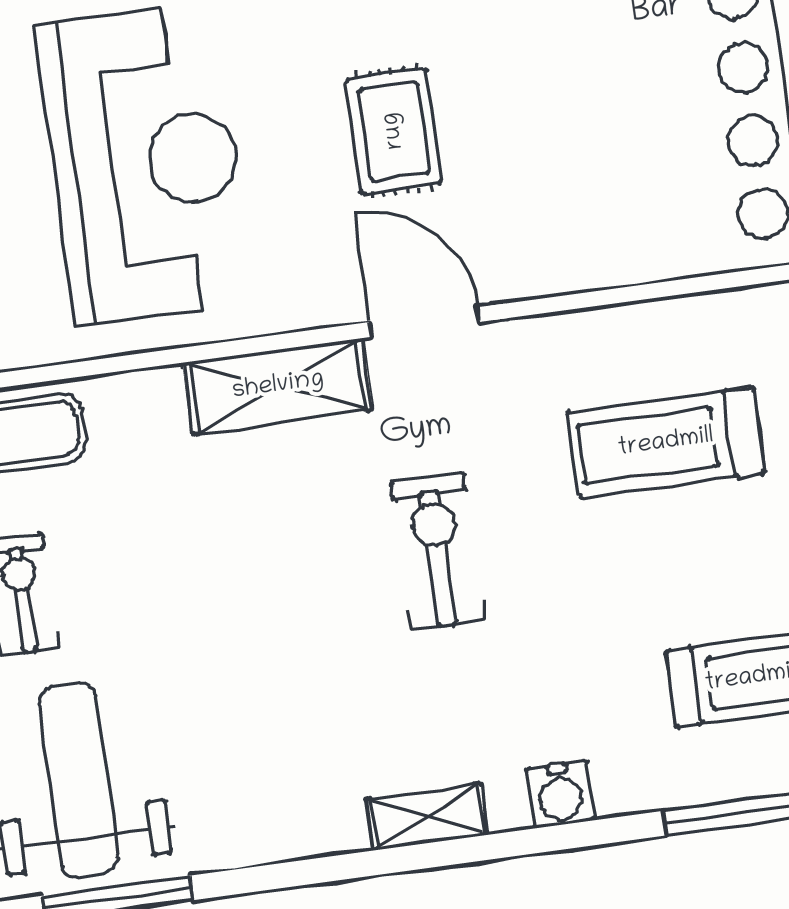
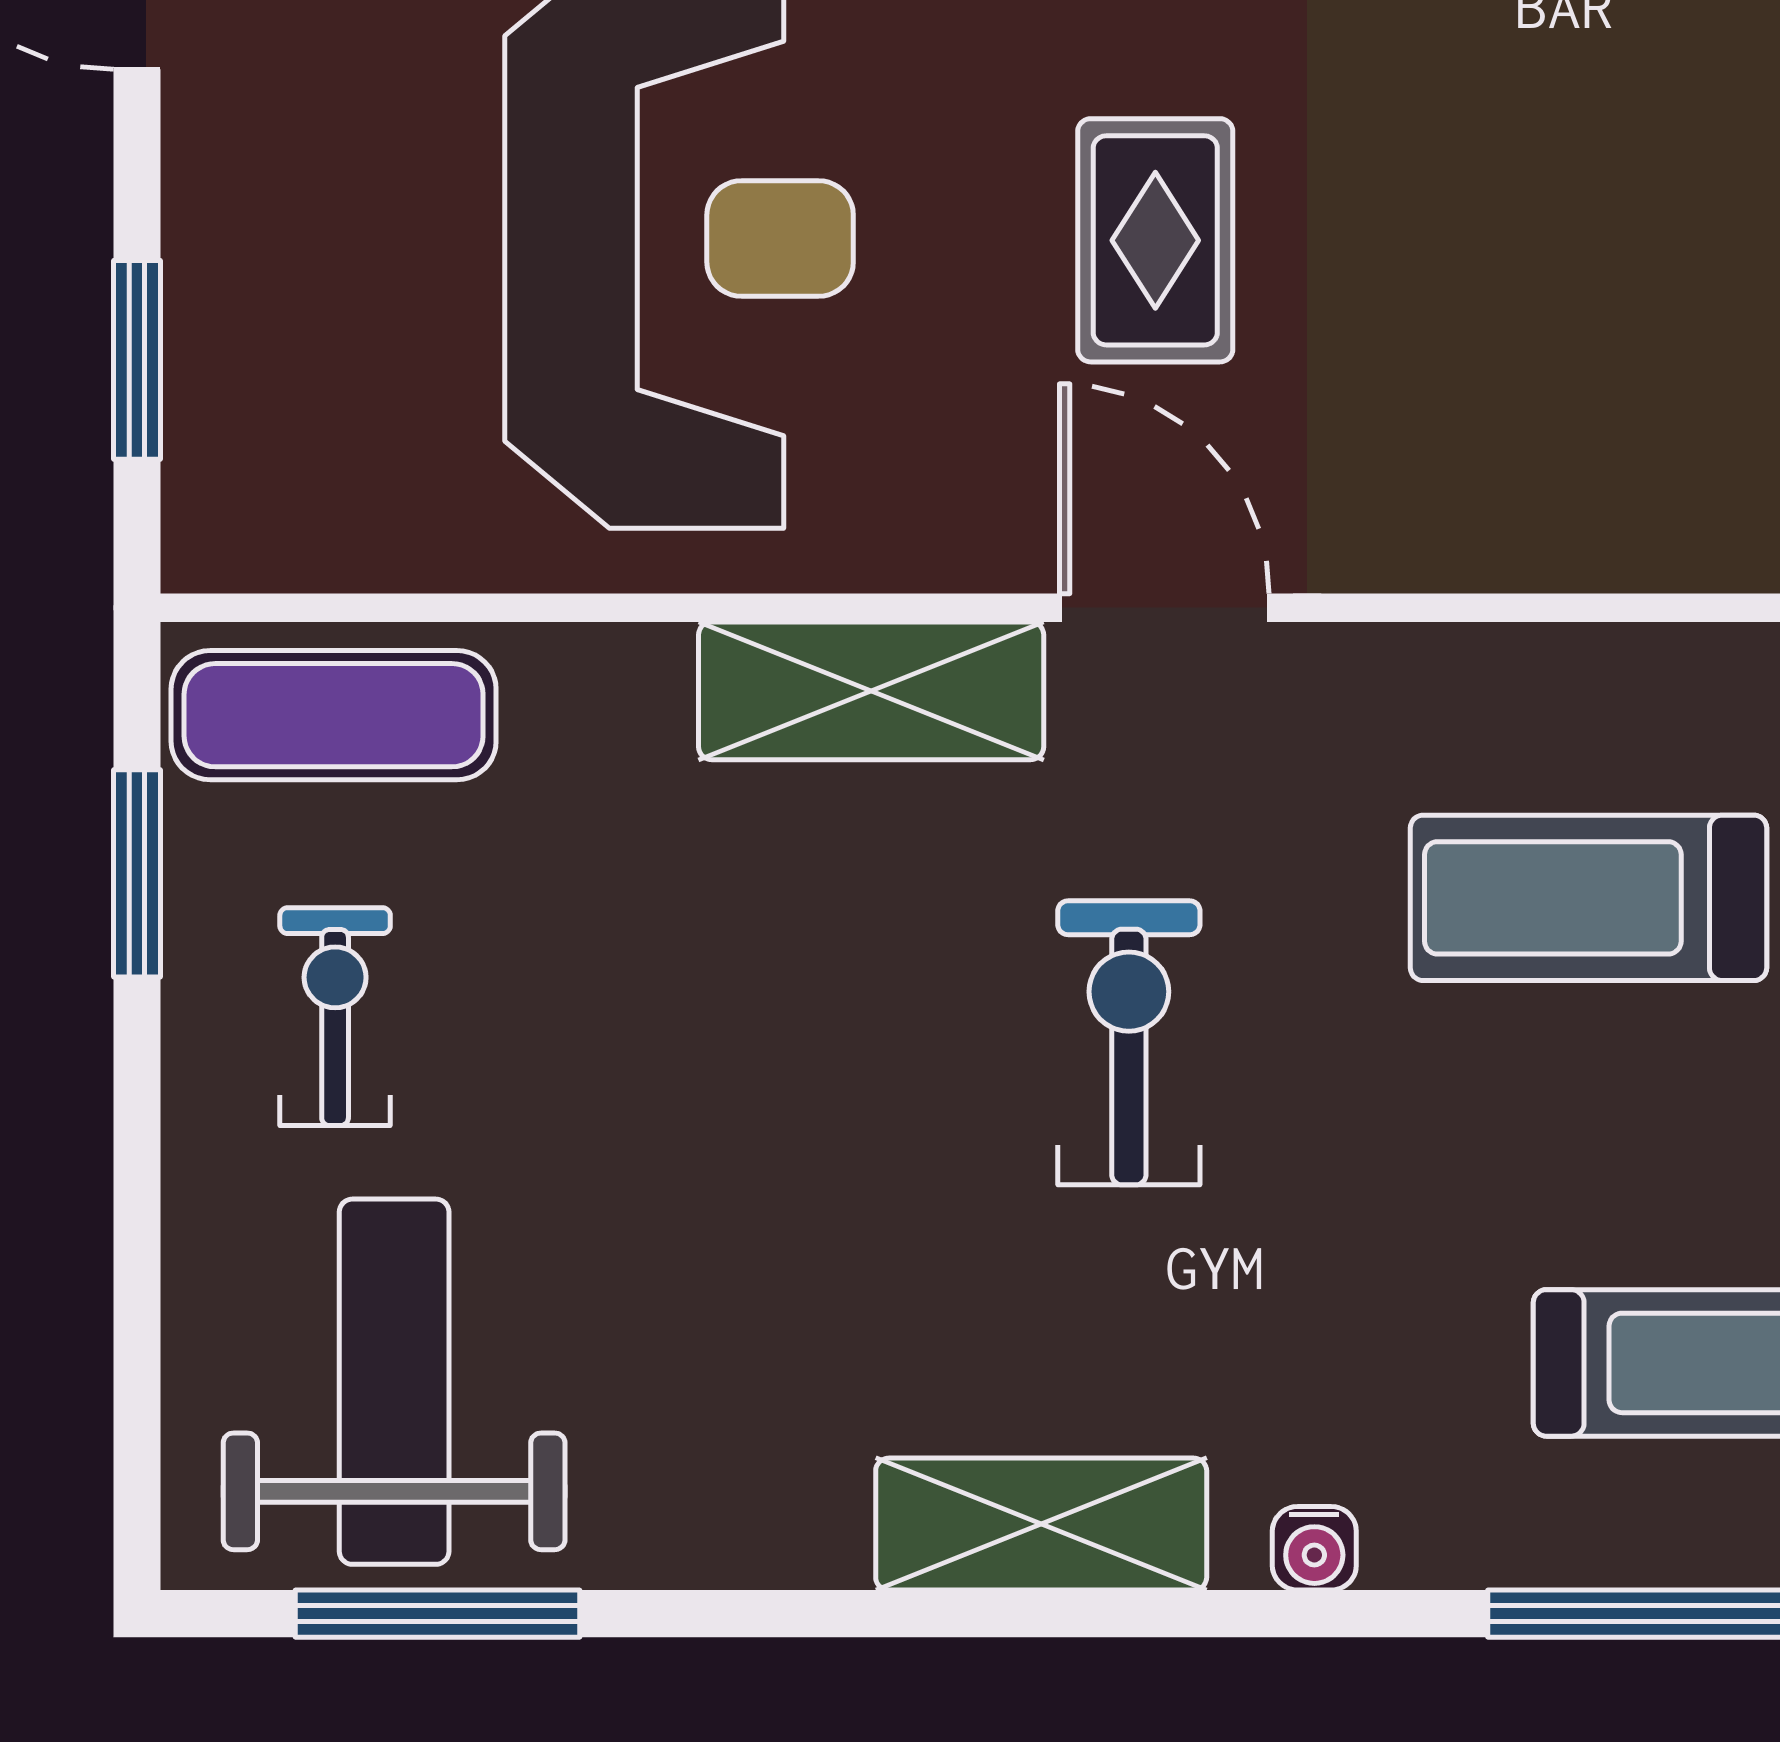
water cooler: (560, 794) -> (1314, 1548), width x0.72, depth x0.72
shelving: (427, 817) -> (1041, 1524), width x1.50, depth x1.33

